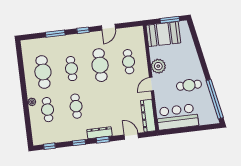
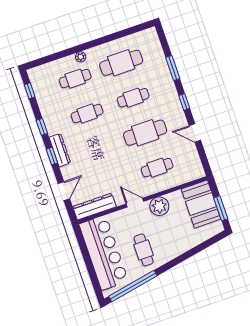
bar counter: (177, 117) -> (104, 253), width x1.36

